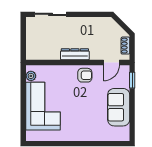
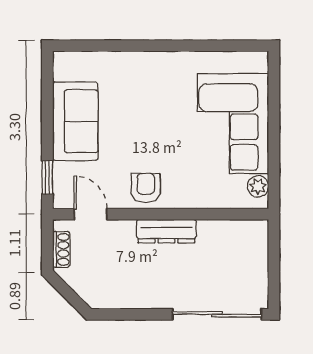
sliding door: (51, 14) -> (217, 314), width x1.37
door: (111, 63) -> (91, 214), hinge flipped
armchair: (85, 75) -> (146, 188), turned 90

